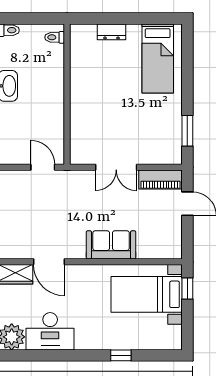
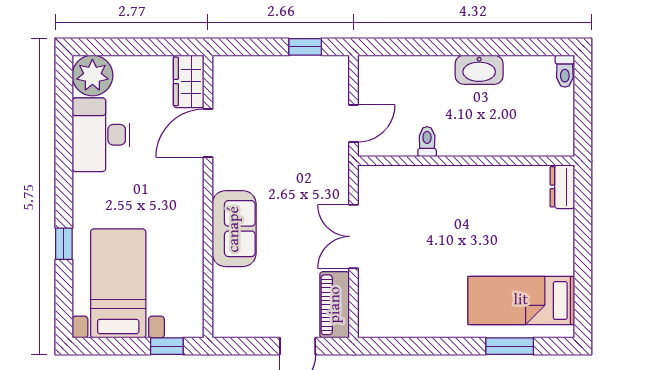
dresser: (112, 32) -> (562, 187), moved
toilet: (55, 37) -> (427, 142), moved
window: (187, 131) -> (510, 346), moved
bed with nightstands: (147, 294) -> (118, 283), moved

